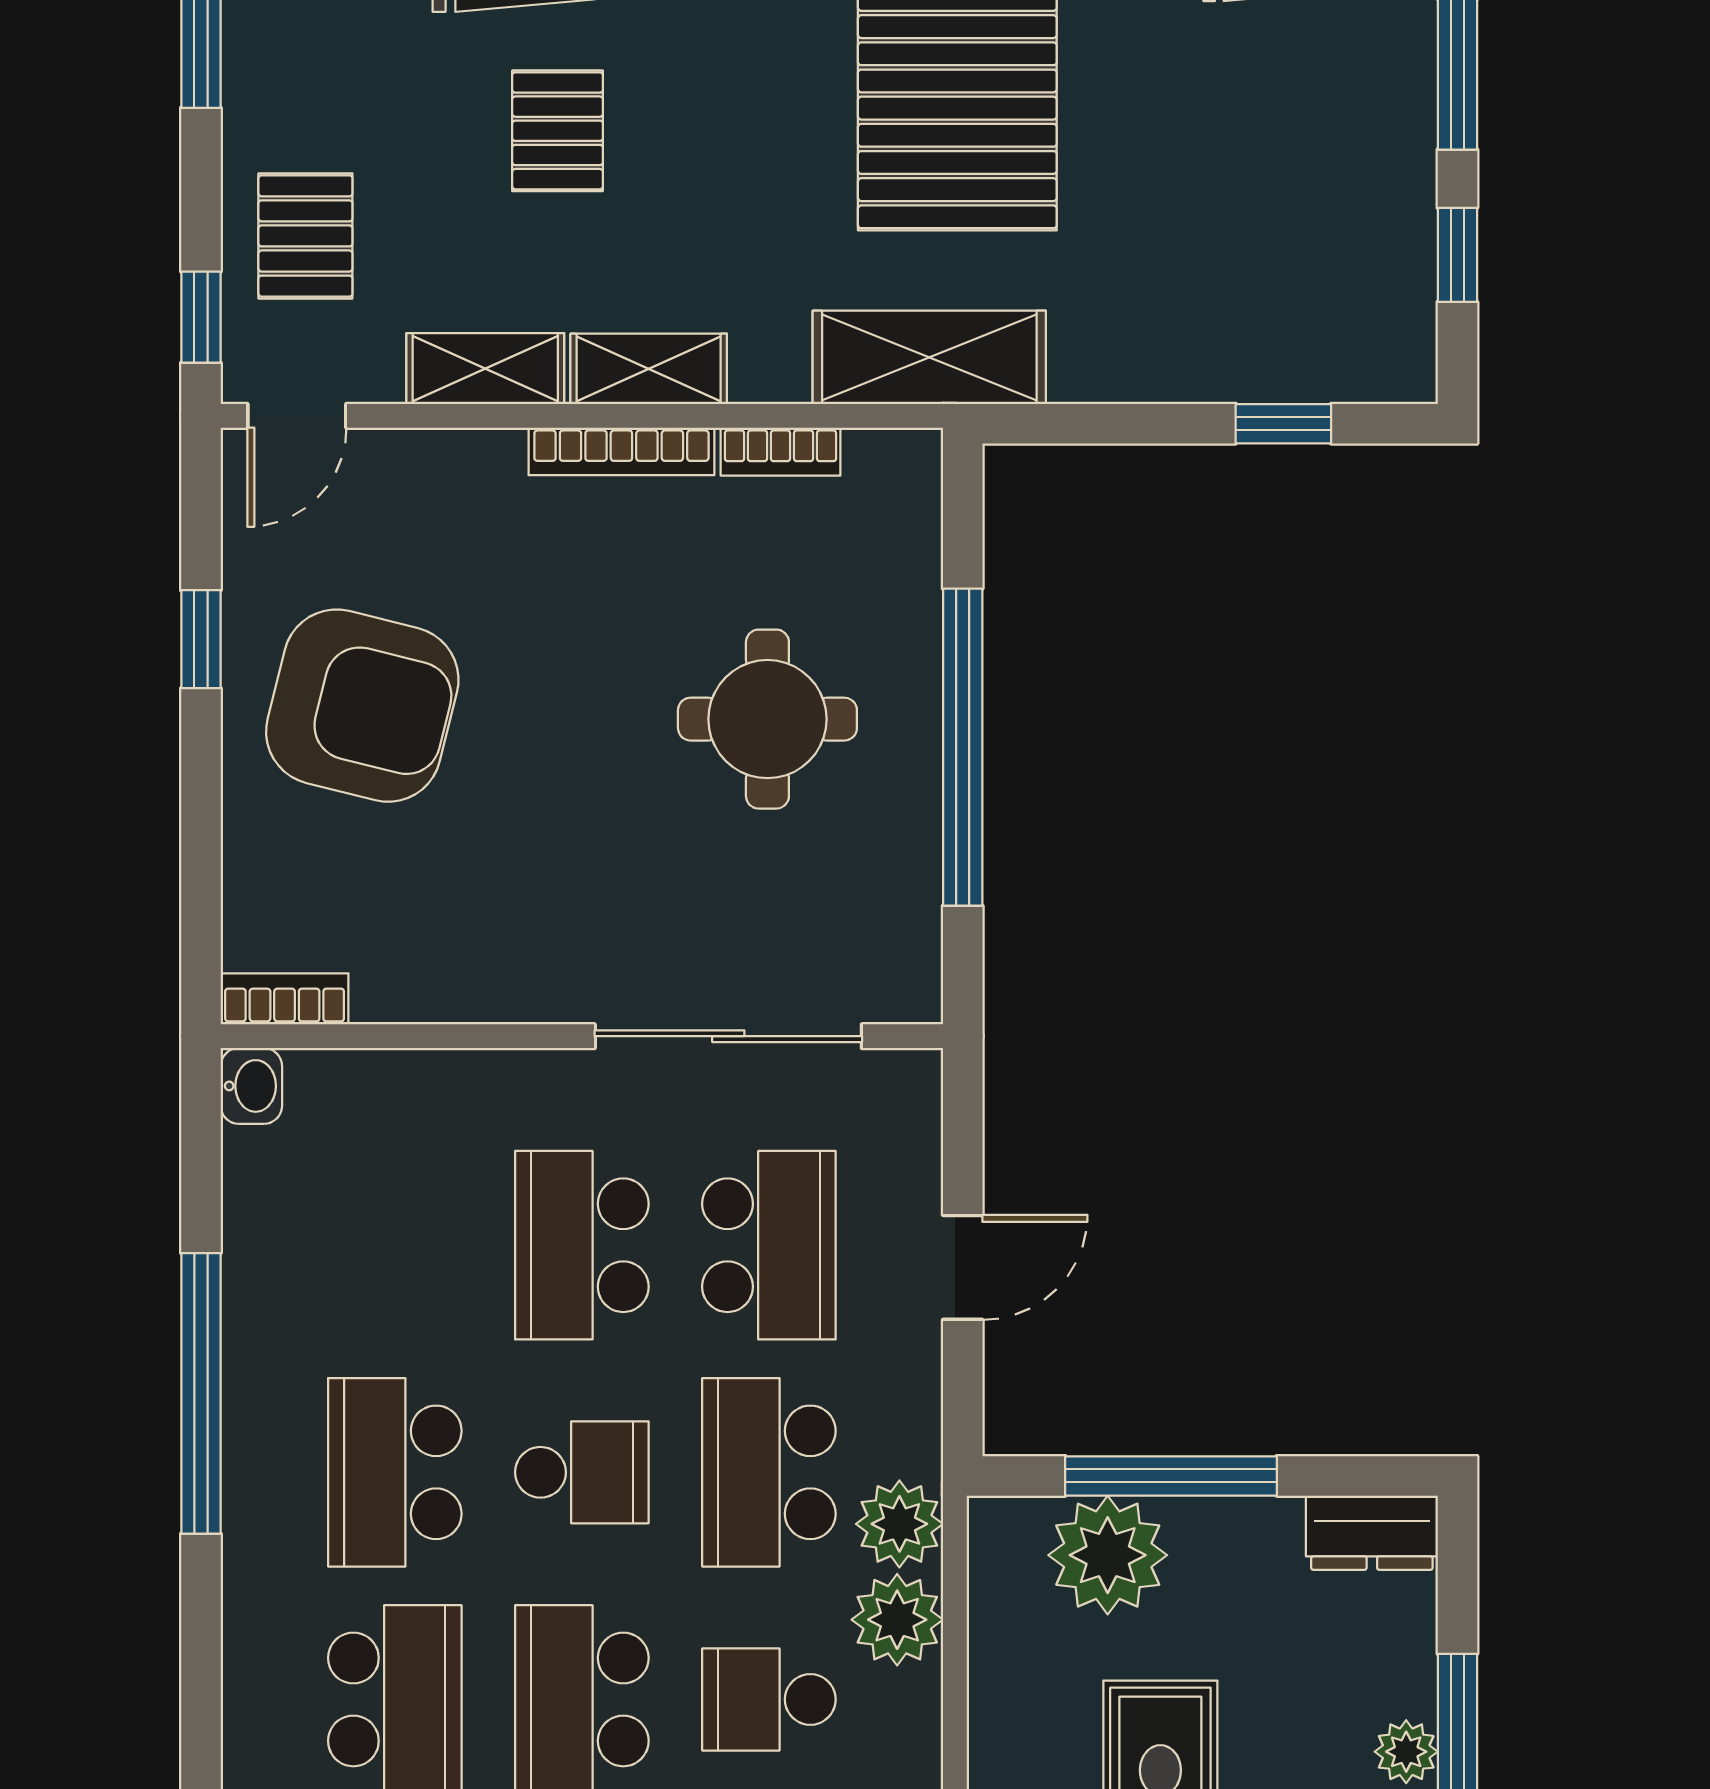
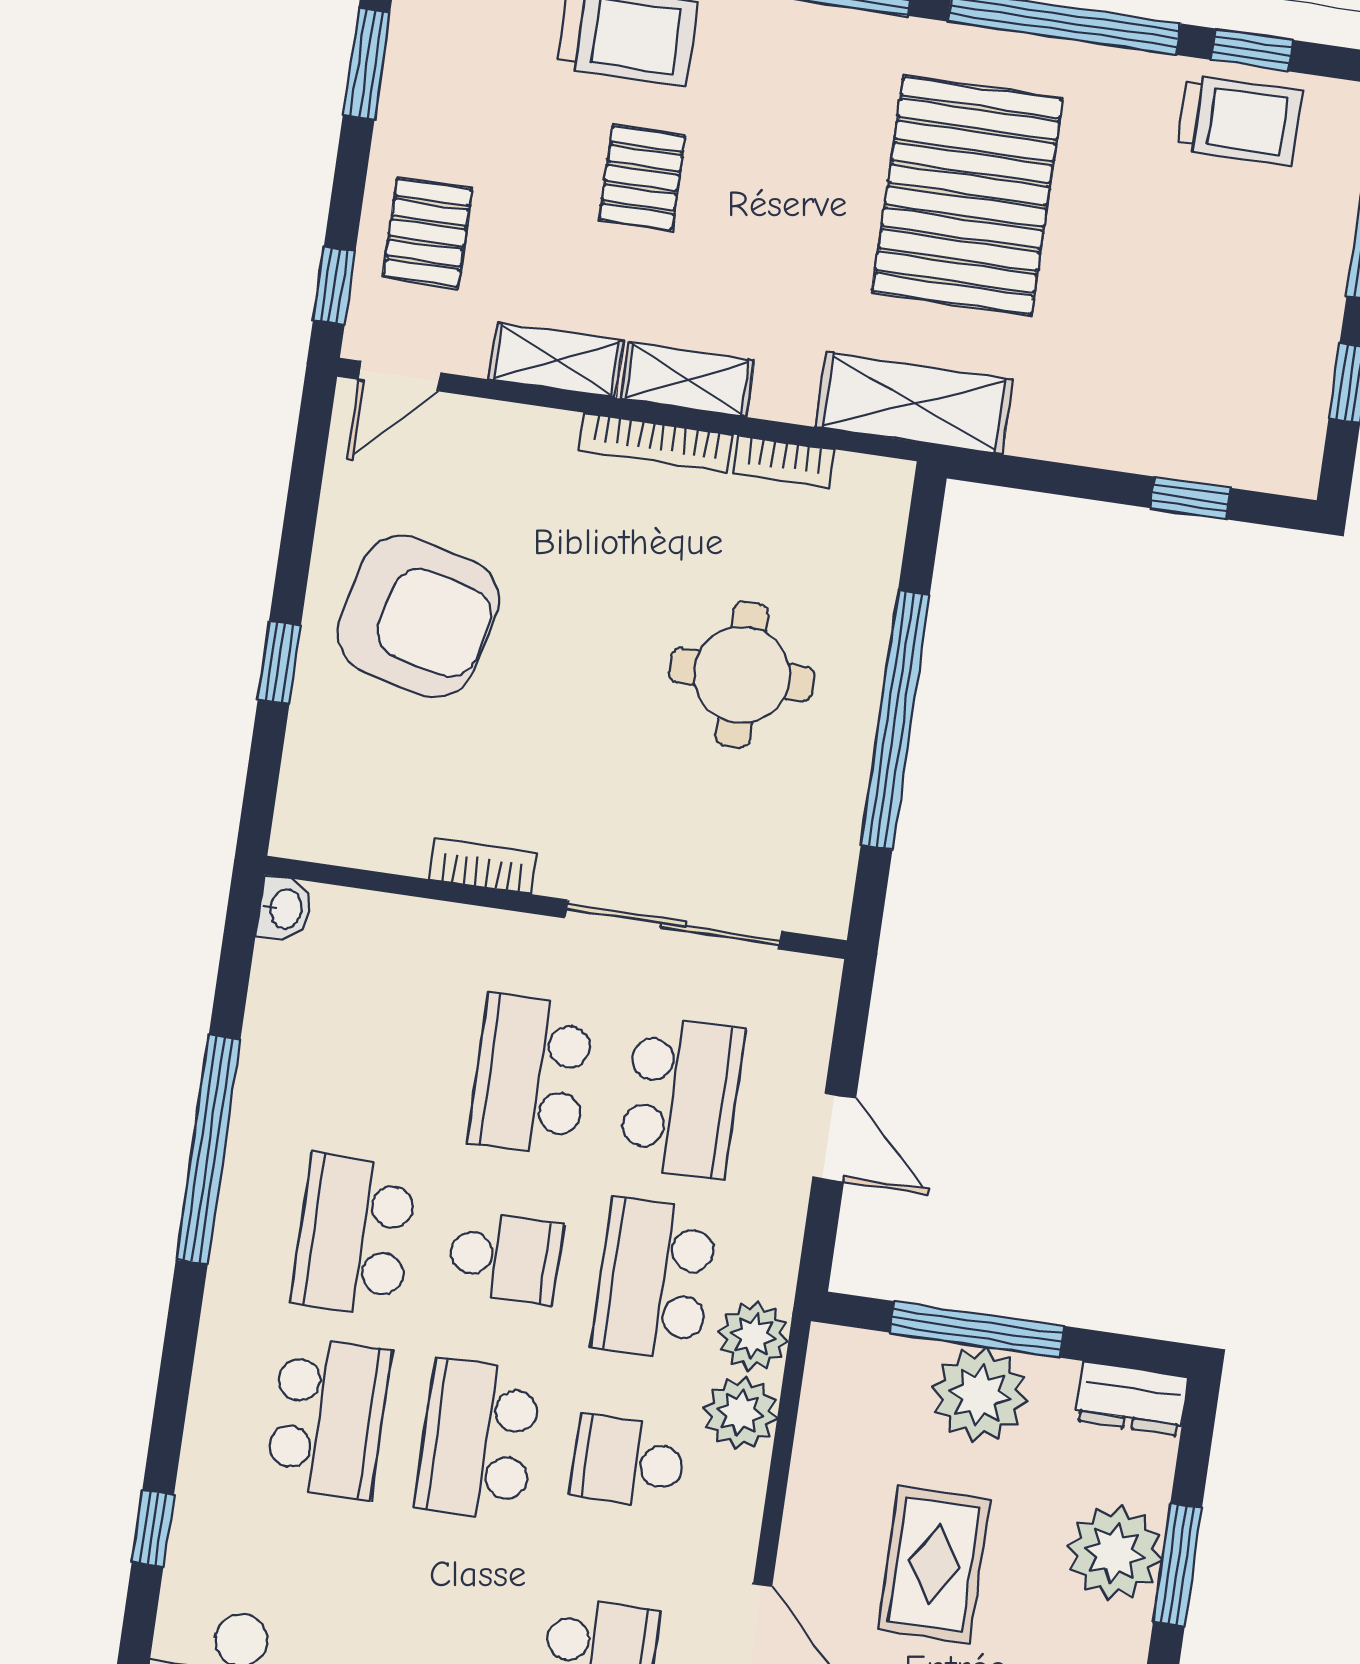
window: (201, 639) -> (279, 662), moved
bookcase: (285, 999) -> (483, 866), moved
door: (963, 1267) -> (834, 1138), hinge flipped
plant: (1108, 1555) -> (980, 1395), moved
plant: (1406, 1752) -> (1115, 1553), width x1.88, depth x1.88

